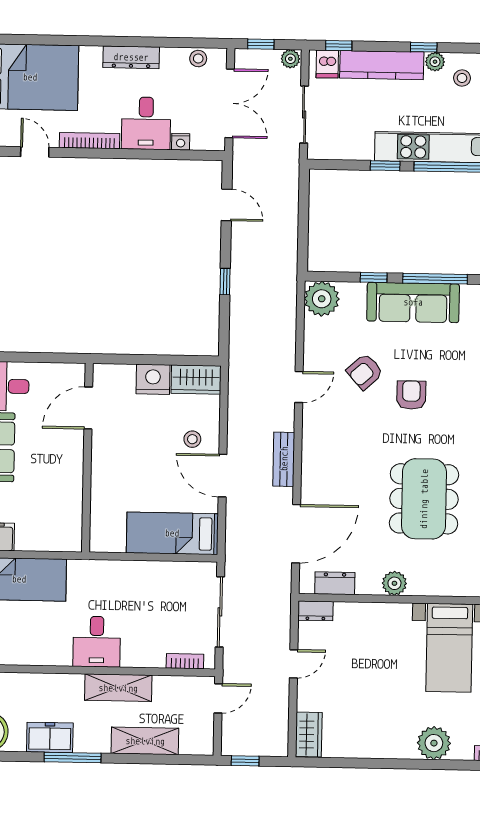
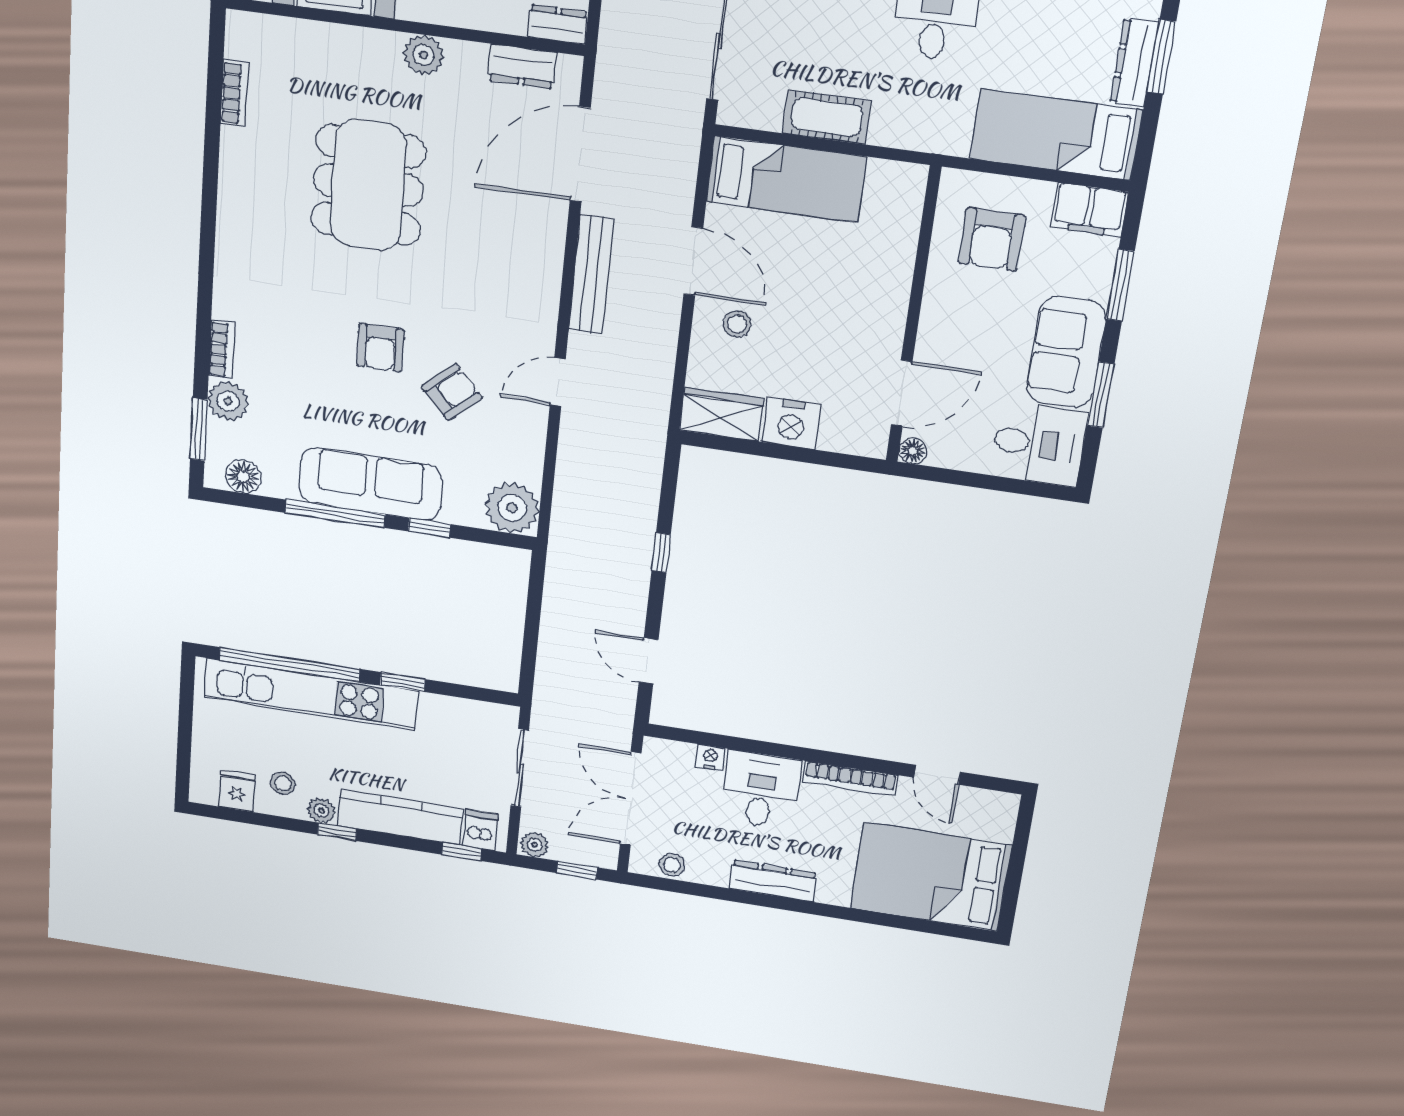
floor lamp: (77, 371) -> (913, 451), added
bench: (284, 459) -> (591, 275), width x1.36
armchair: (47, 512) -> (992, 239), added
cot: (152, 574) -> (827, 117), added

